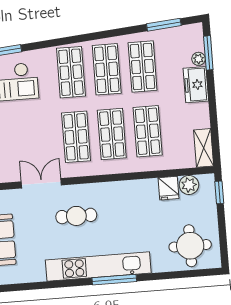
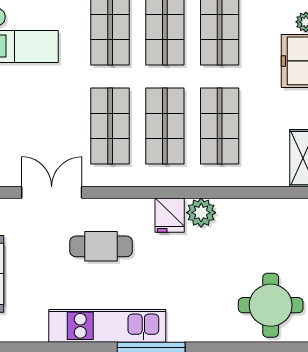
plant: (189, 185) -> (201, 213), moved
fridge: (169, 188) -> (170, 215), moved
kitchen unit: (98, 266) -> (107, 326), width x0.73

